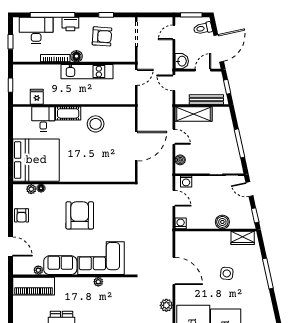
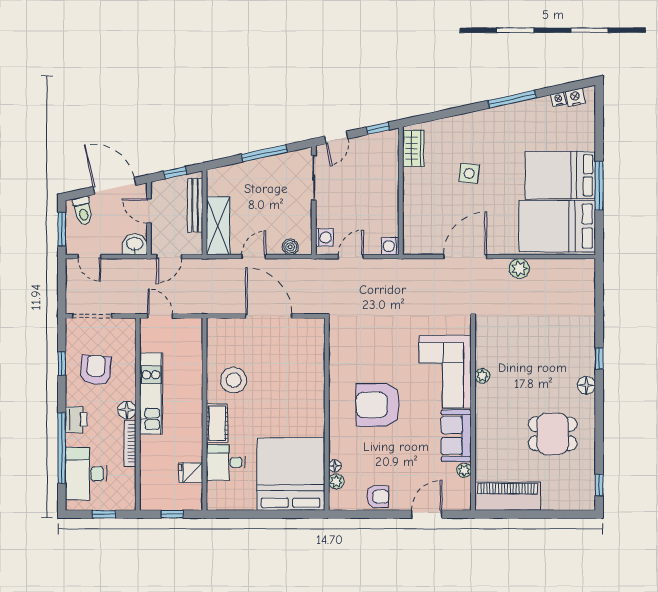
boiler: (222, 222) -> (388, 180), removed
window: (268, 274) -> (512, 99), moved
piano: (34, 286) -> (508, 496), moved, turned -90

